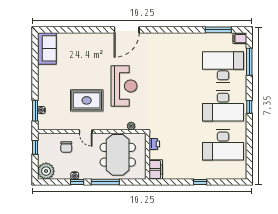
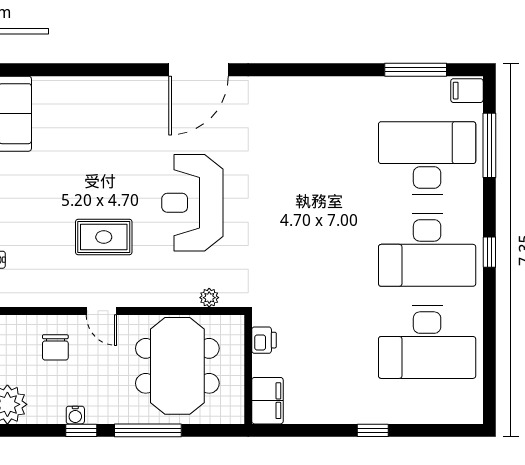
reception desk: (124, 86) -> (192, 203), turned 180
rug: (87, 100) -> (104, 237), width x0.73, depth x0.70

